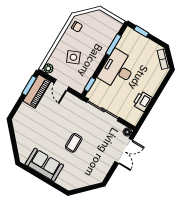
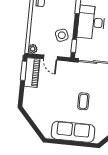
side table: (73, 57) -> (62, 35), moved
sofa: (44, 165) -> (73, 132), width x1.36

